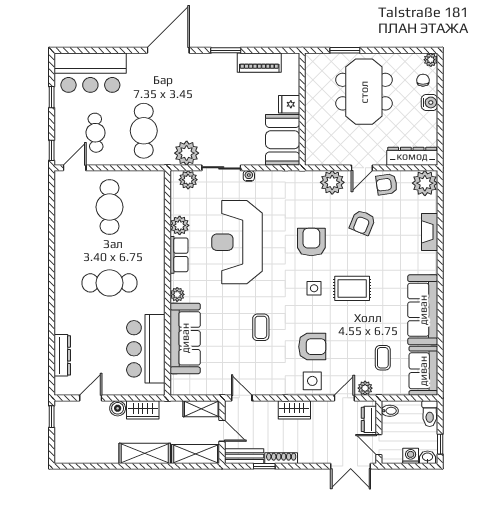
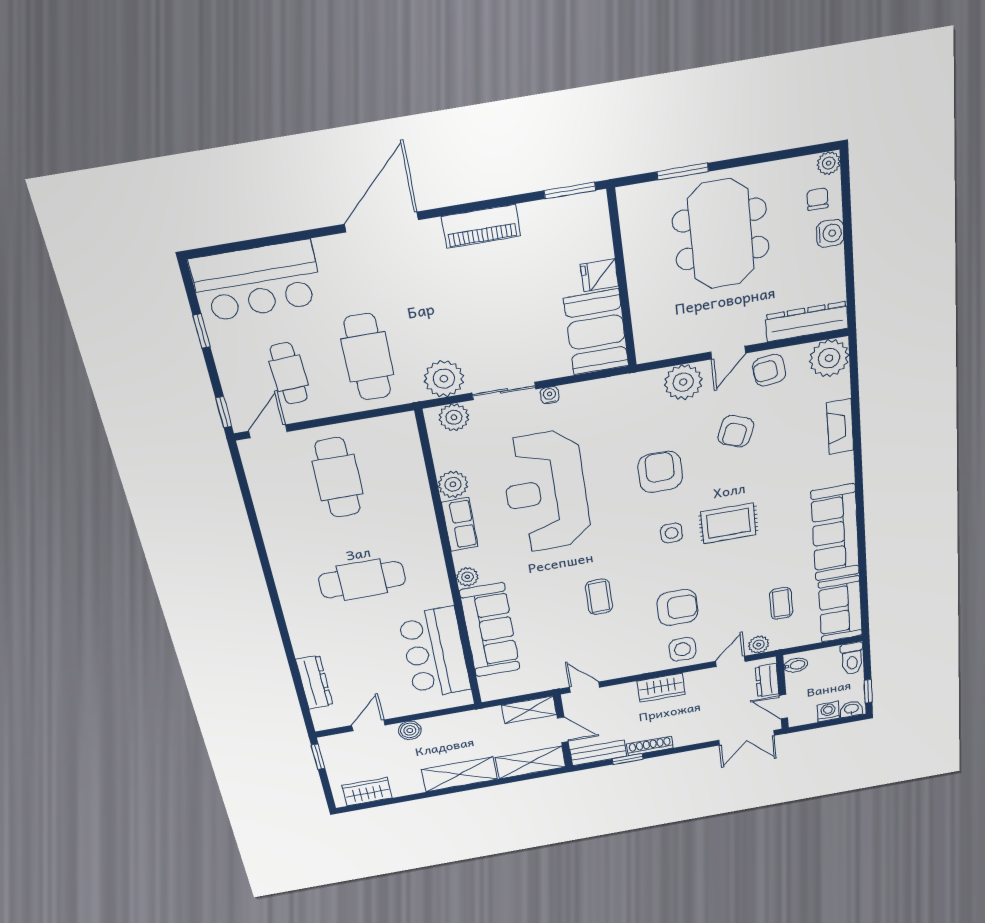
window: (226, 50) -> (570, 190), moved
piano: (259, 63) -> (481, 226), moved
wardrobe: (143, 410) -> (367, 792), moved, turned 180

